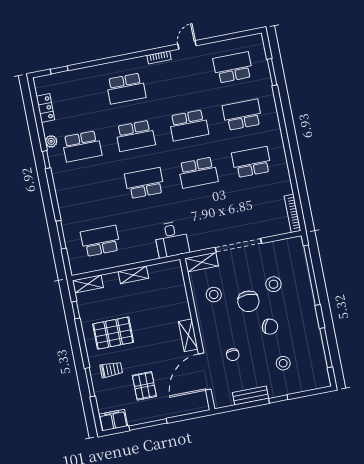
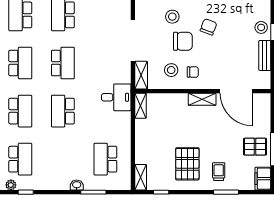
washbasin: (65, 215) -> (77, 185), added
shelving: (133, 275) -> (140, 106), moved
chair: (233, 355) -> (193, 72), moved
stool: (283, 363) -> (261, 27), moved
pallet: (144, 386) -> (255, 147), moved

